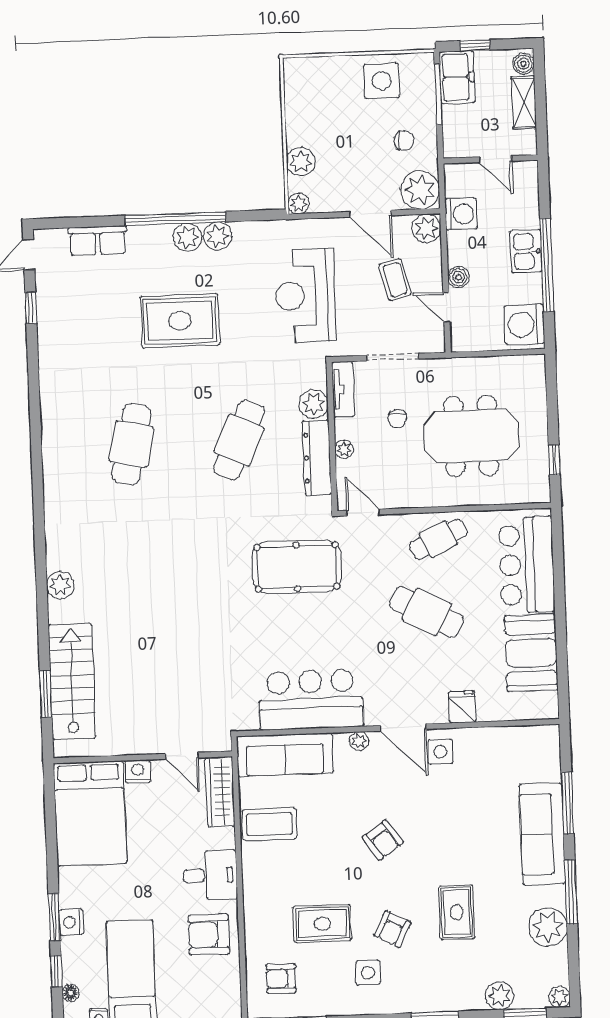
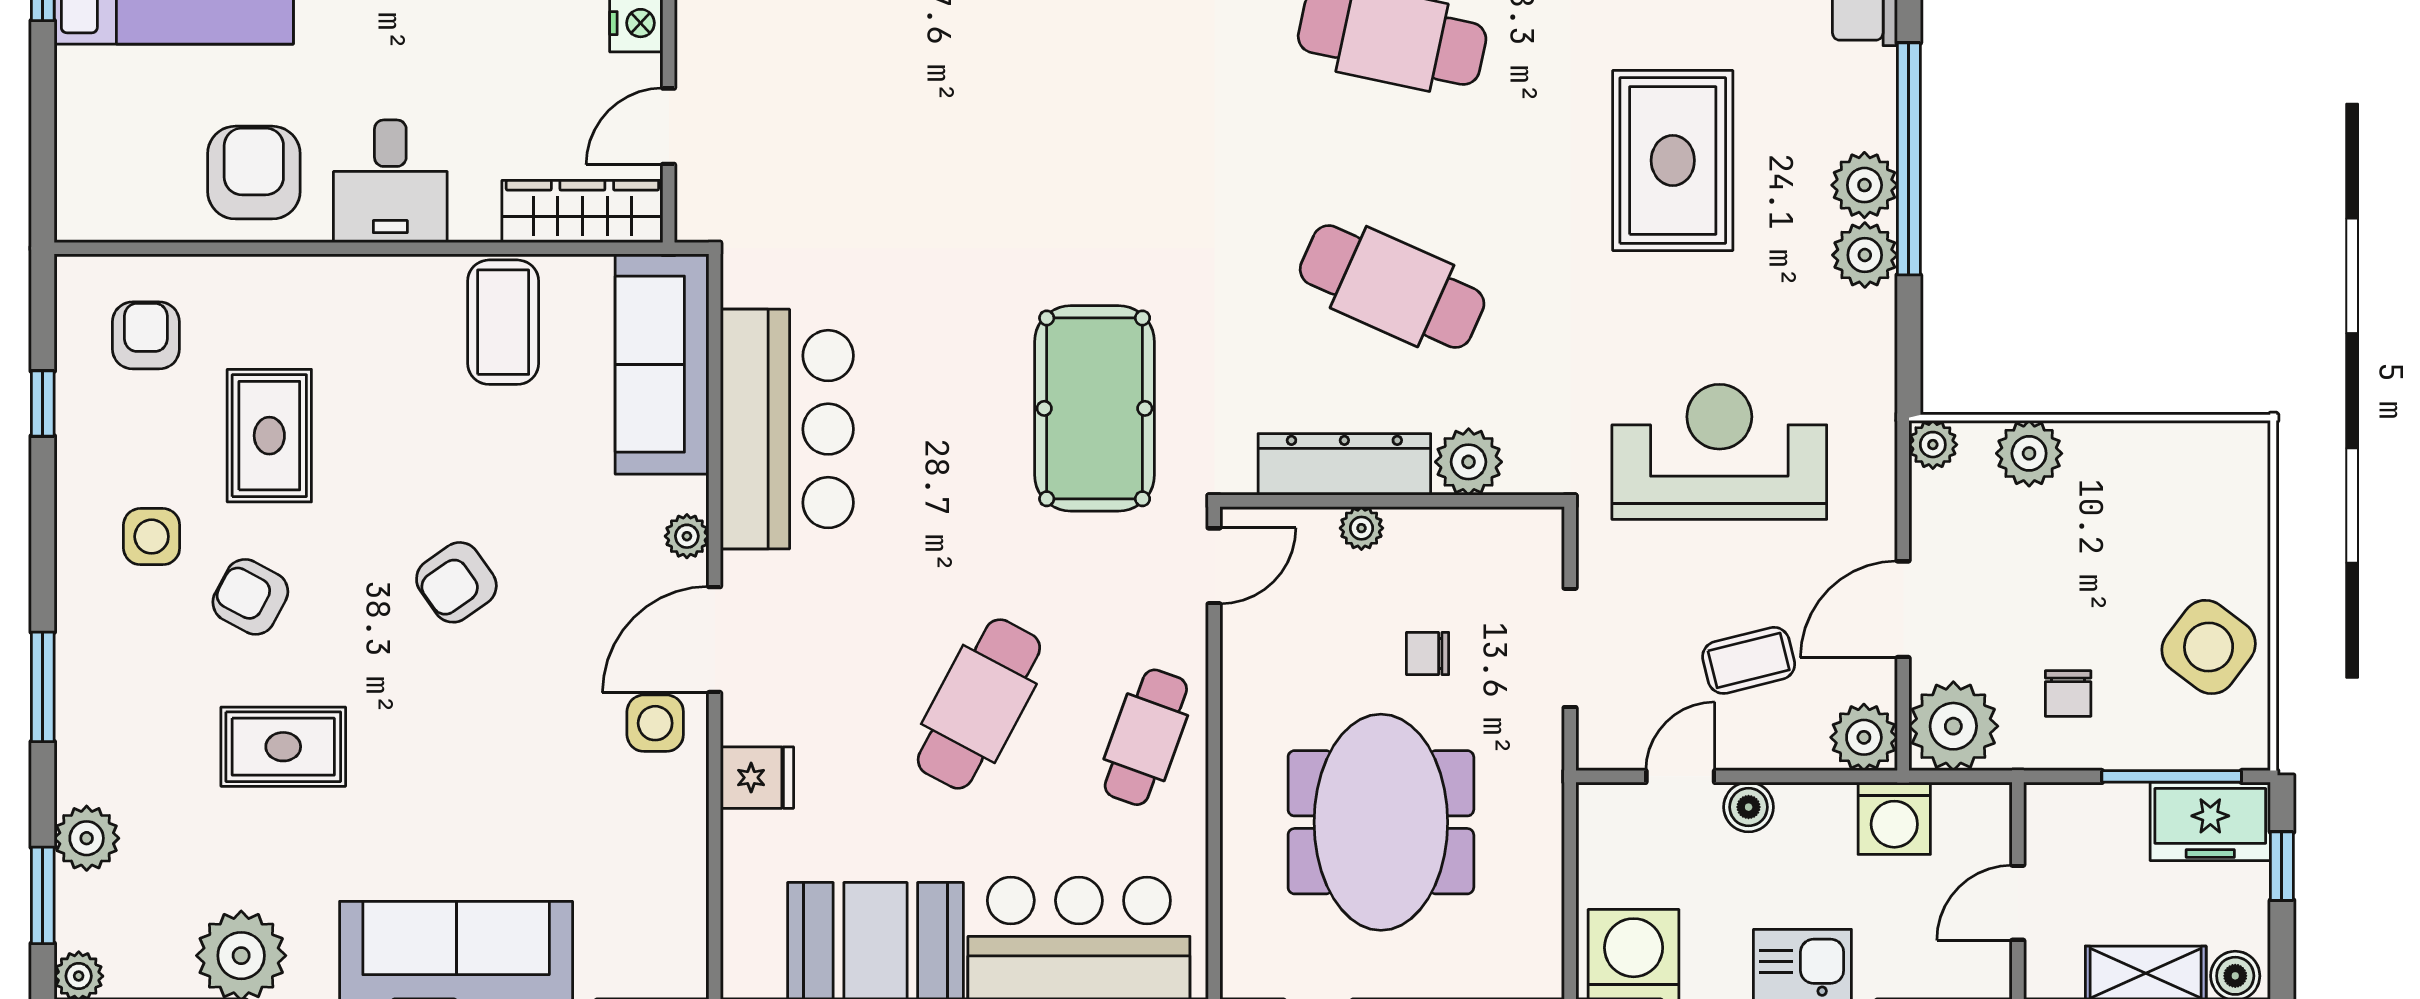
side table: (382, 81) -> (2209, 647), turned 37
tv unit: (343, 389) -> (1500, 531), removed
cafe table: (438, 539) -> (1146, 737), turned 45

